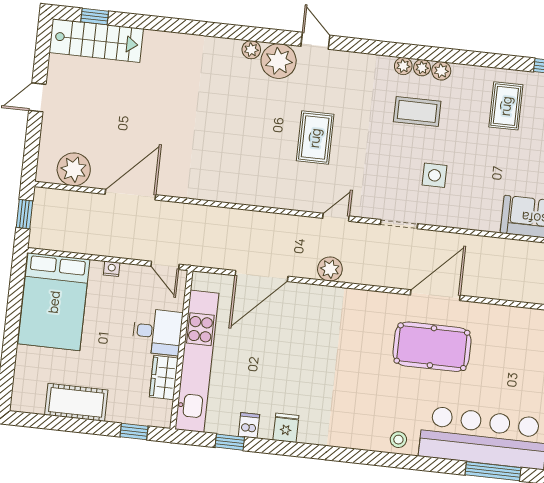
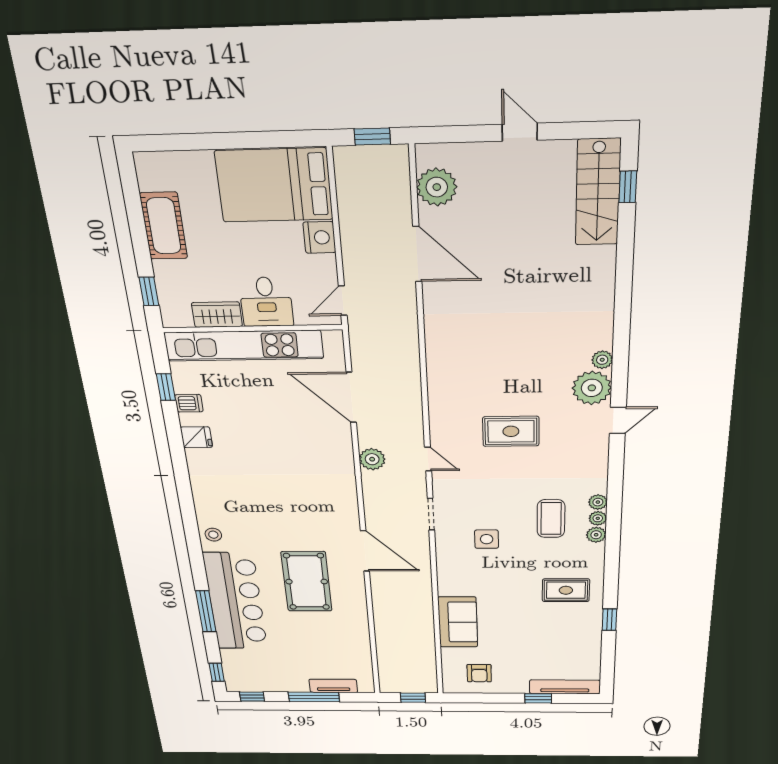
nightstand: (112, 269) -> (319, 237), width x1.89, depth x1.79
pool table: (432, 347) -> (307, 582), moved

